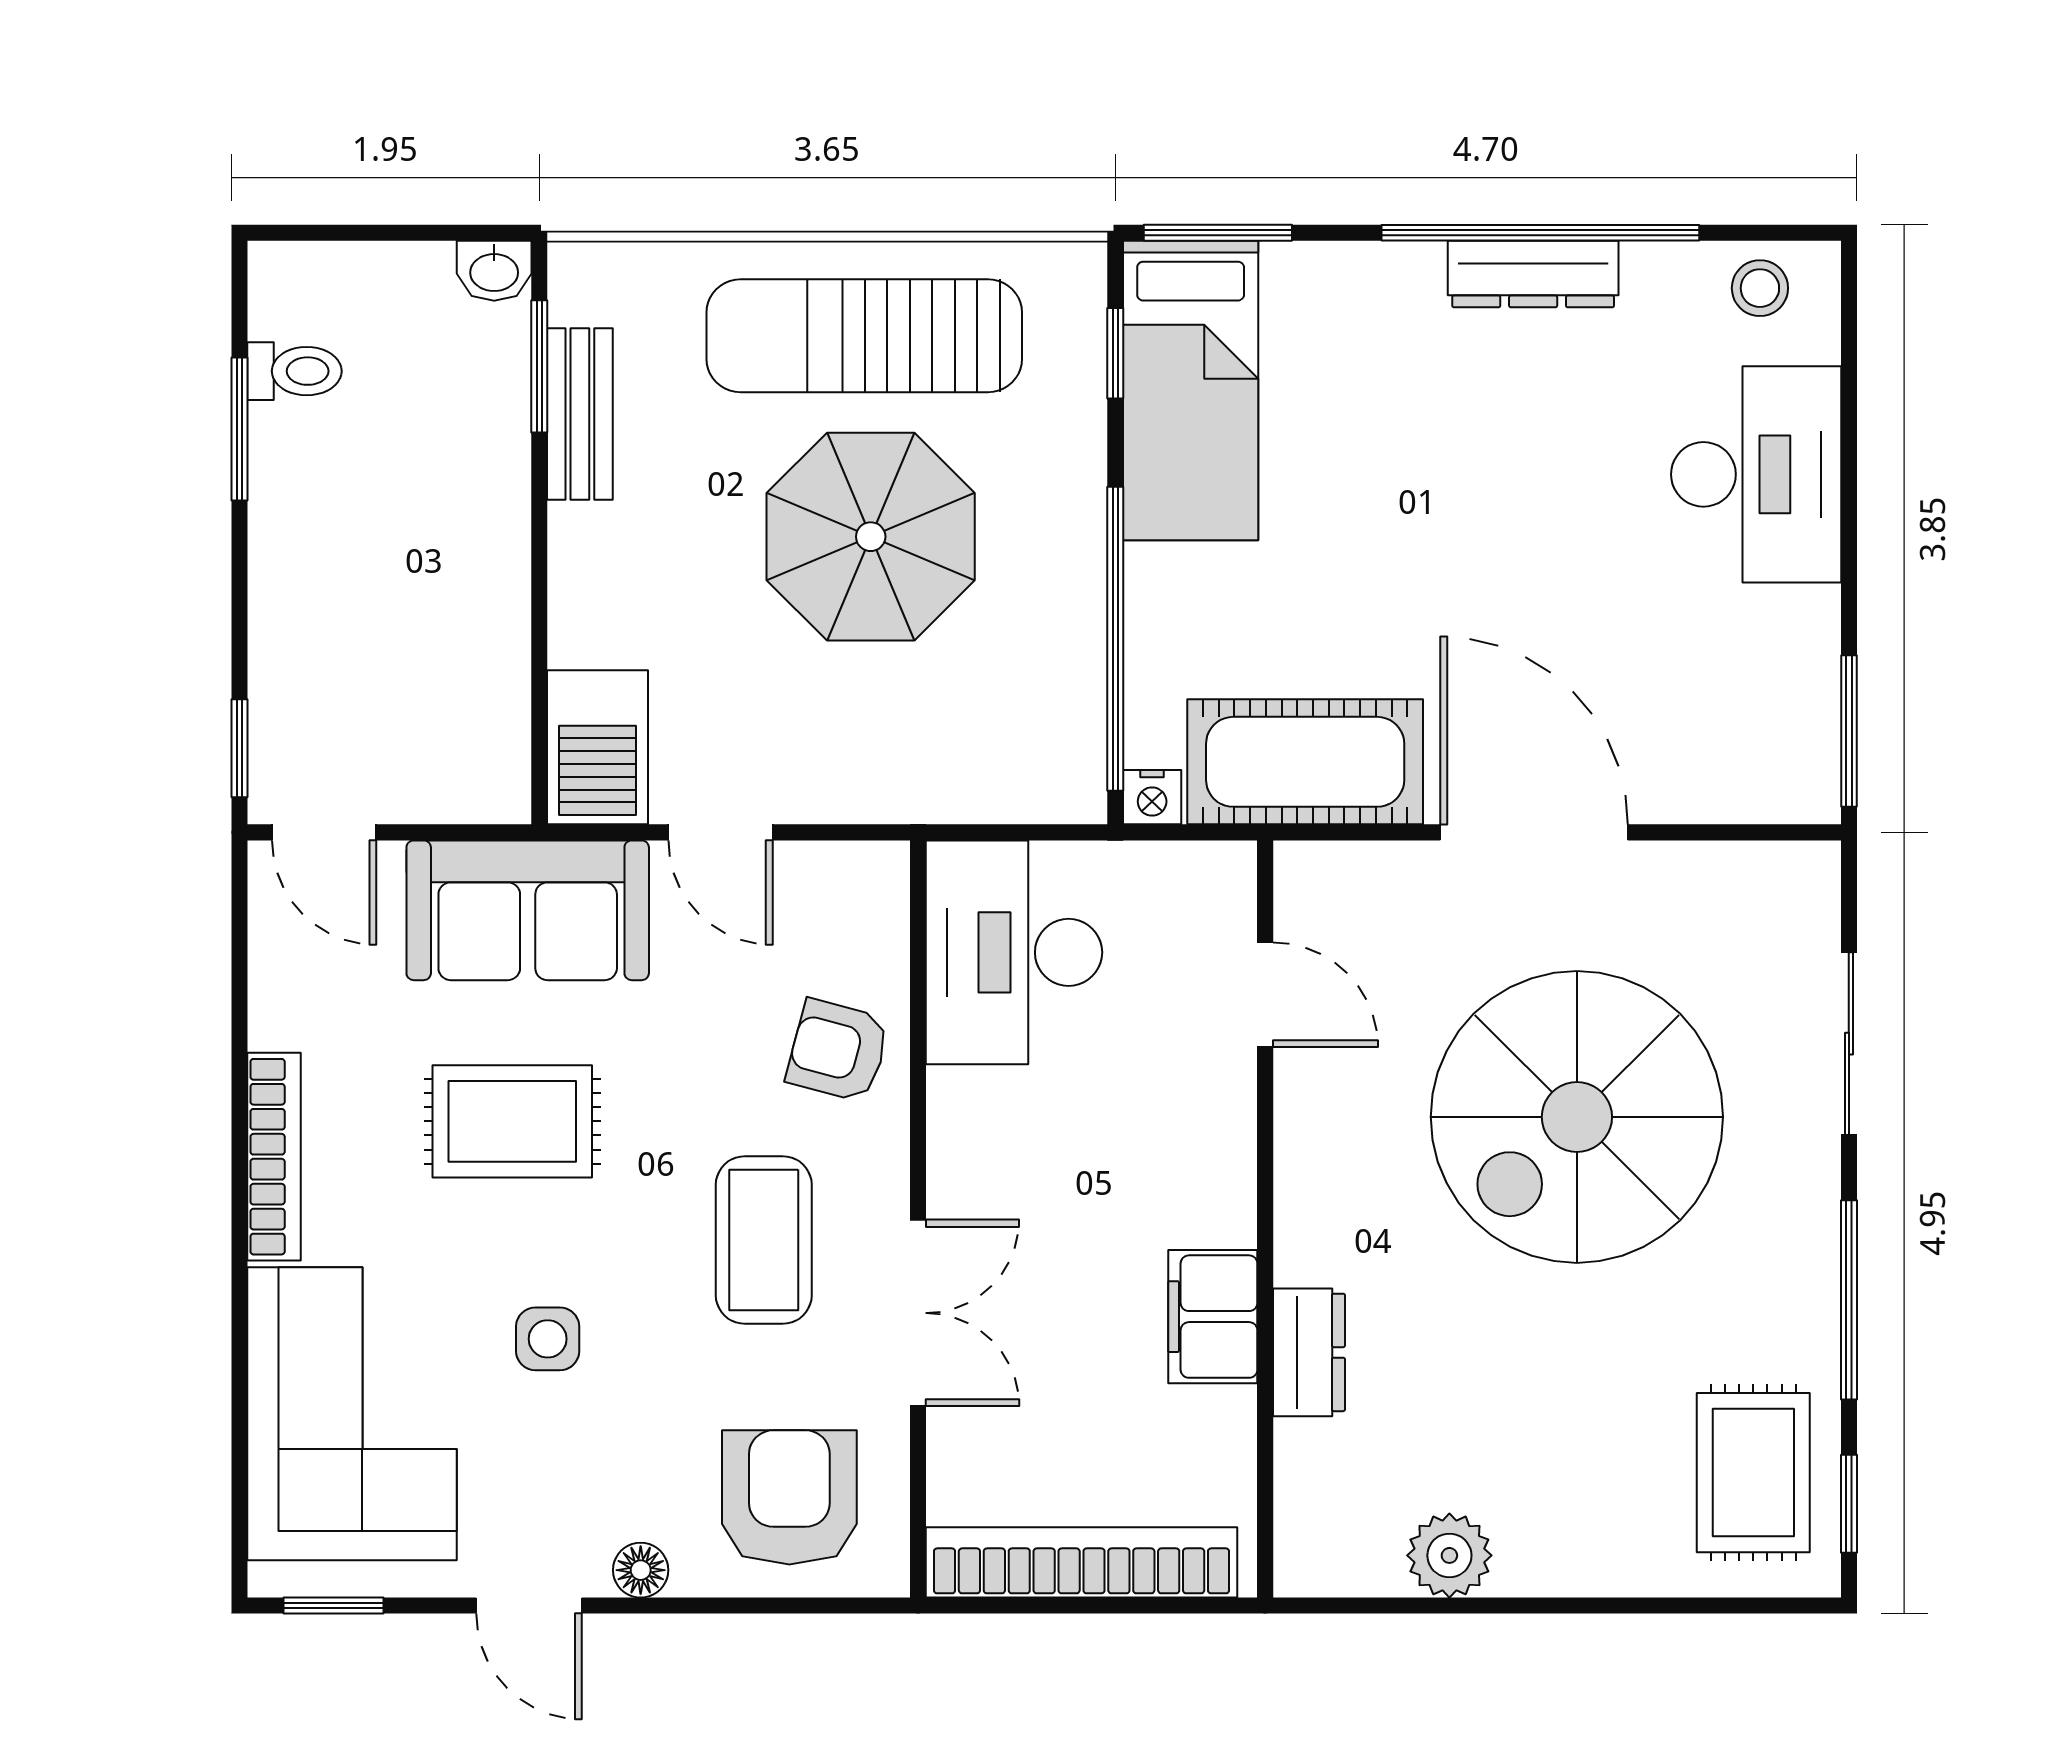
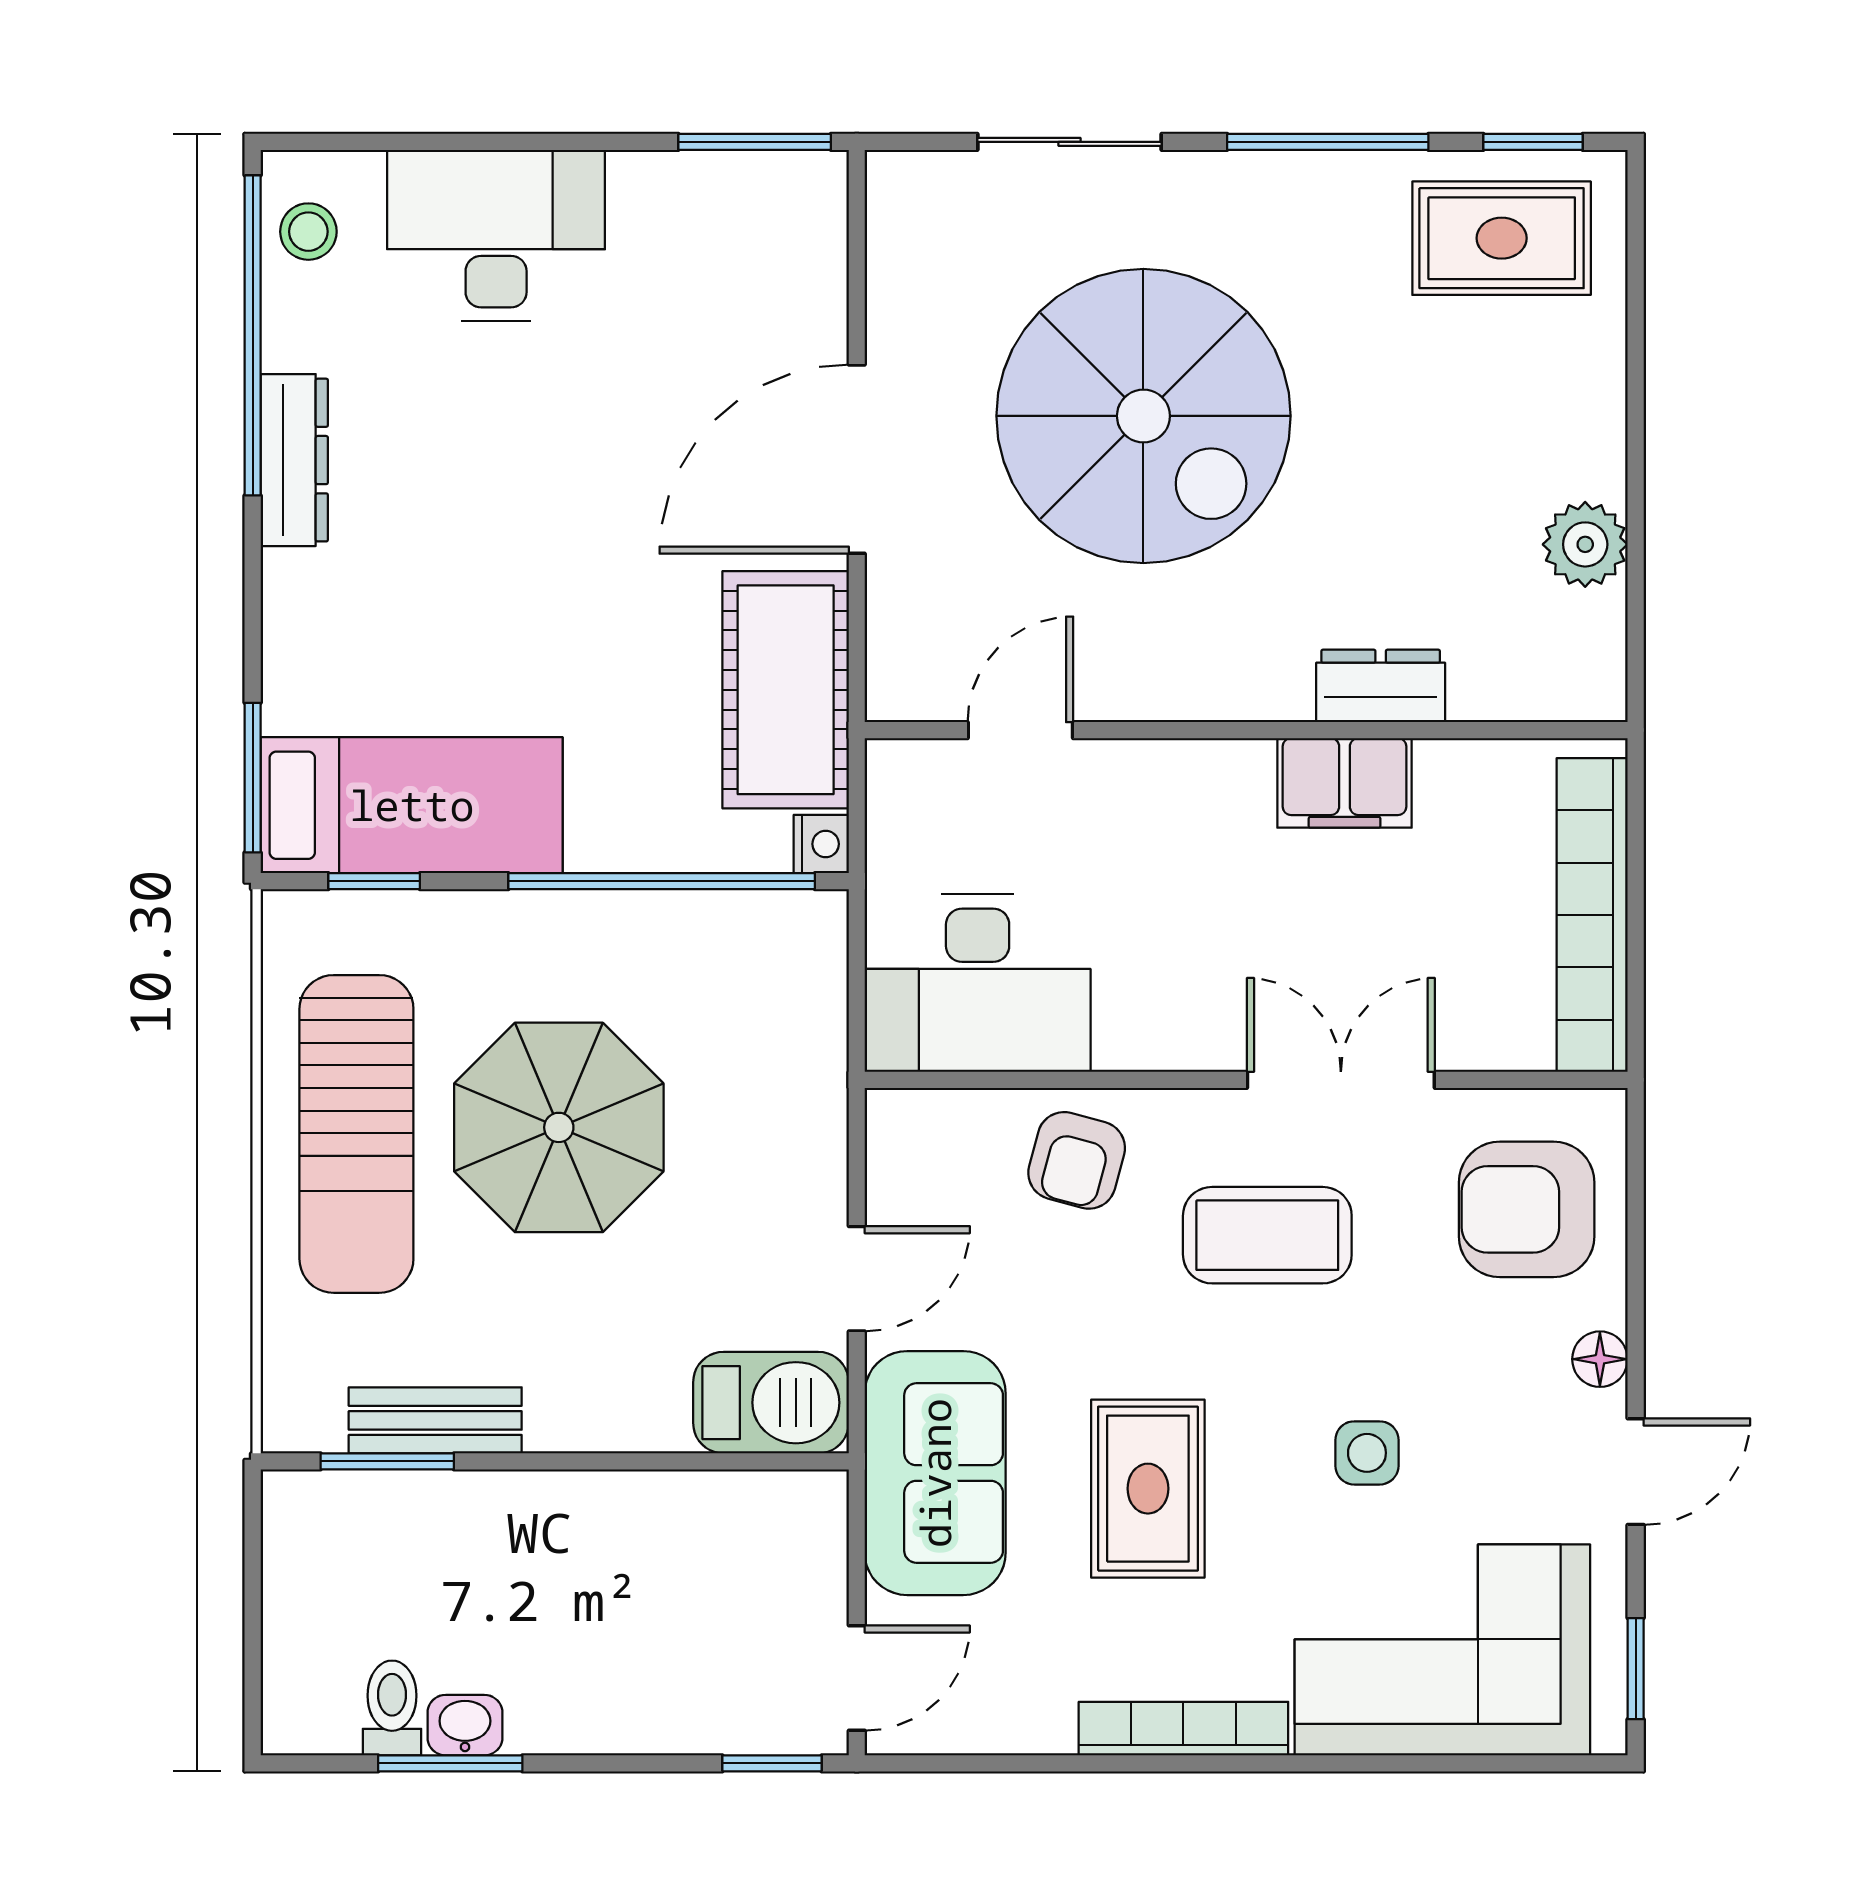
window: (1540, 233) -> (253, 335), moved
washbasin: (494, 271) -> (465, 1725), moved, turned -90

